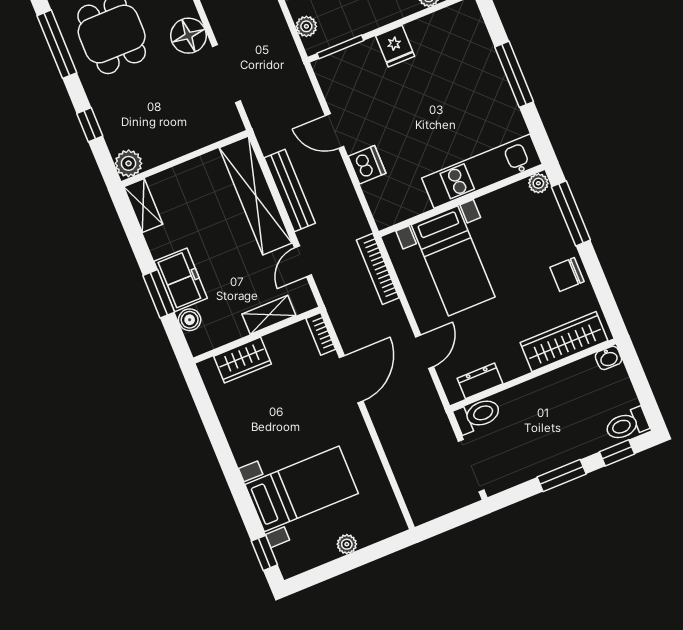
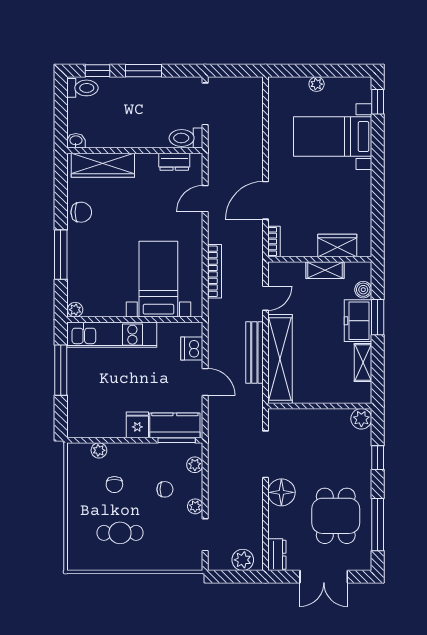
kitchen counter: (350, 64) -> (175, 425), added
kitchen unit: (482, 171) -> (112, 335), moved
plant: (538, 183) -> (75, 310), moved
wall: (462, 201) -> (135, 320), moved
shelving: (143, 205) -> (363, 362), moved
bed with nightstands: (453, 261) -> (158, 279), moved
shelving: (269, 315) -> (325, 270), moved

